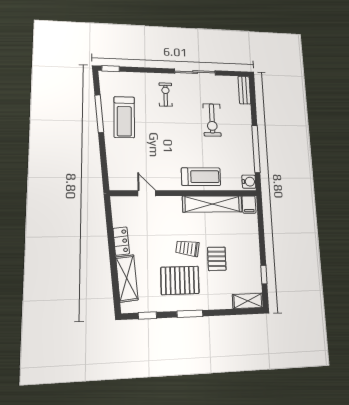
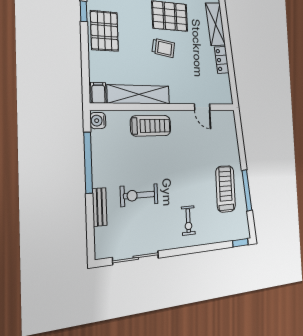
sliding door: (195, 72) -> (136, 258), moved
bench: (244, 90) -> (100, 207), moved
exercise bike: (212, 120) -> (139, 195), turned -90
treadmill: (201, 177) -> (151, 126), turned 180
pallet: (217, 259) -> (104, 31), moved, width x1.50, depth x1.42

